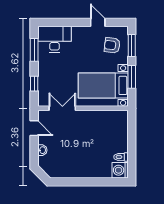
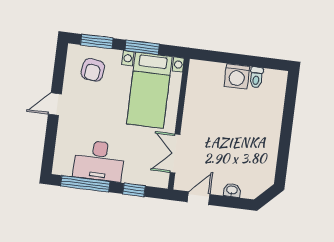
door: (98, 22) -> (55, 104), moved
desk: (54, 39) -> (99, 161), moved, turned -90
window: (34, 50) -> (85, 184), width x1.44
washing machine: (120, 170) -> (237, 76), moved

